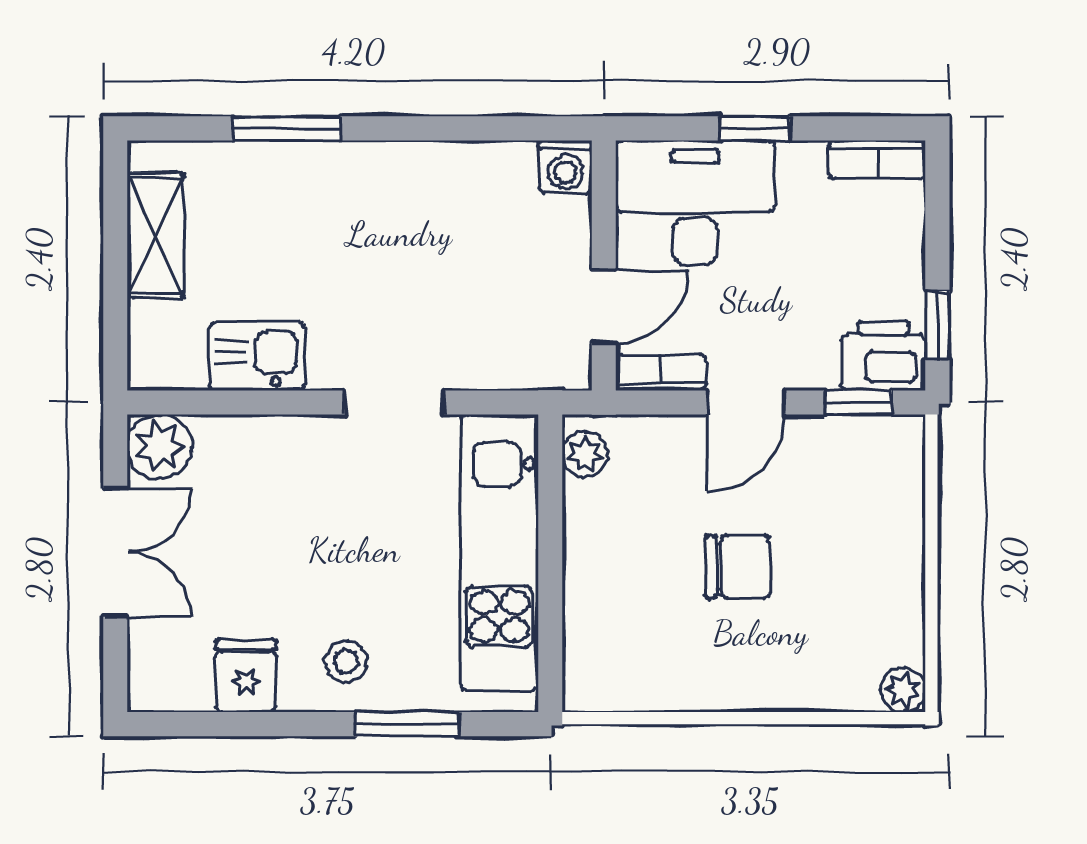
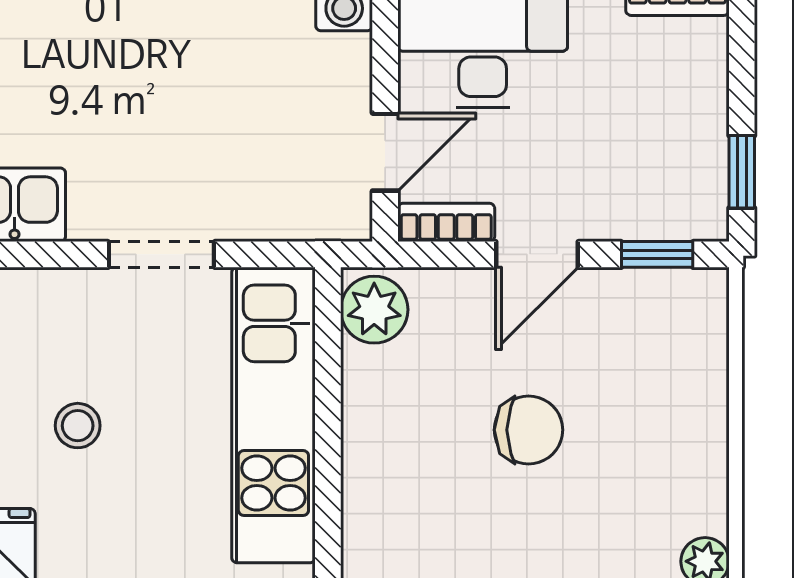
printer: (883, 356) -> (684, 204), removed
plant: (585, 454) -> (374, 310), width x1.38, depth x1.38
stool: (346, 662) -> (78, 426), moved

